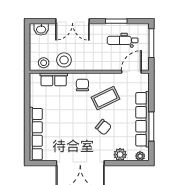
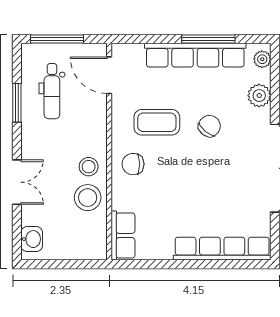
double door: (72, 21) -> (17, 182), width x0.73
stool: (44, 63) -> (89, 167), moved
row of seats: (54, 79) -> (123, 235), moved
coffee table: (105, 98) -> (157, 122), turned -64

